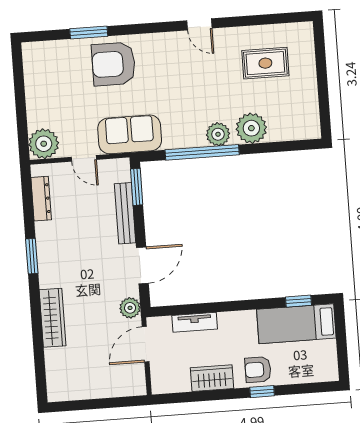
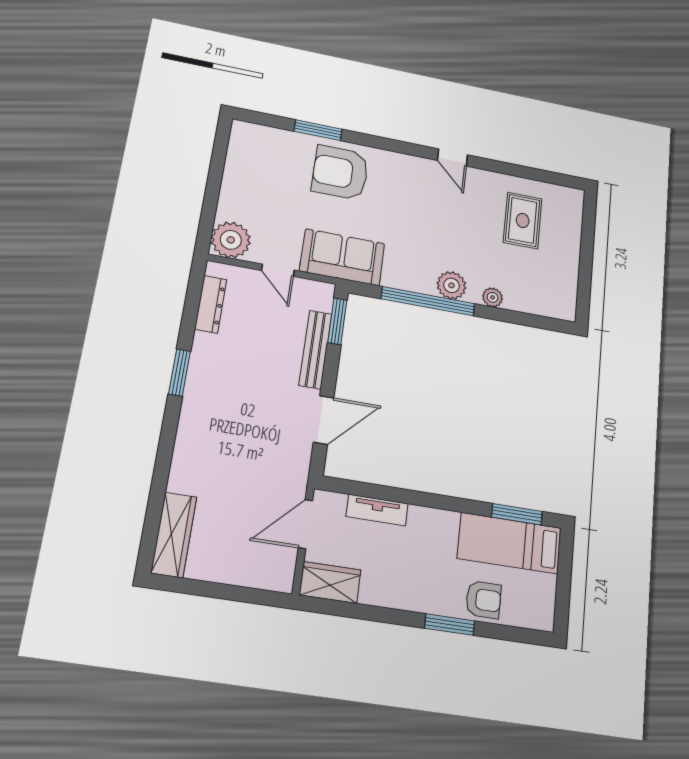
rug: (265, 63) -> (523, 220), turned 90
plant: (251, 128) -> (493, 297), width x0.53, depth x0.53
window: (299, 301) -> (517, 514), width x1.50
plant: (130, 308) -> (295, 471), removed
wardrobe: (53, 318) -> (174, 535), moved
armchair: (258, 370) -> (483, 600), moved, turned 180
wardrobe: (212, 378) -> (330, 582), moved
window: (262, 392) -> (450, 625), width x1.50

